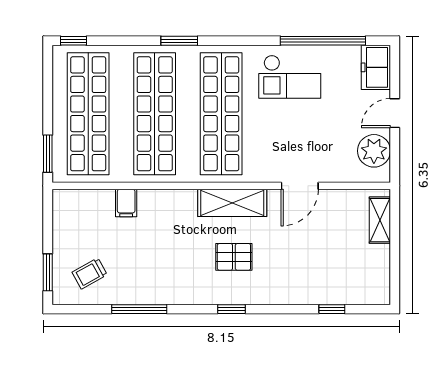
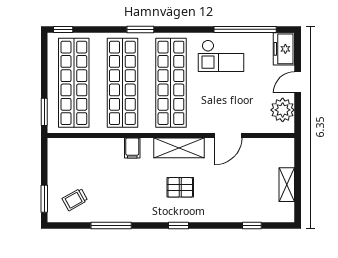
filing cabinet: (126, 203) -> (132, 148), moved
shelving: (380, 220) -> (287, 185), moved

